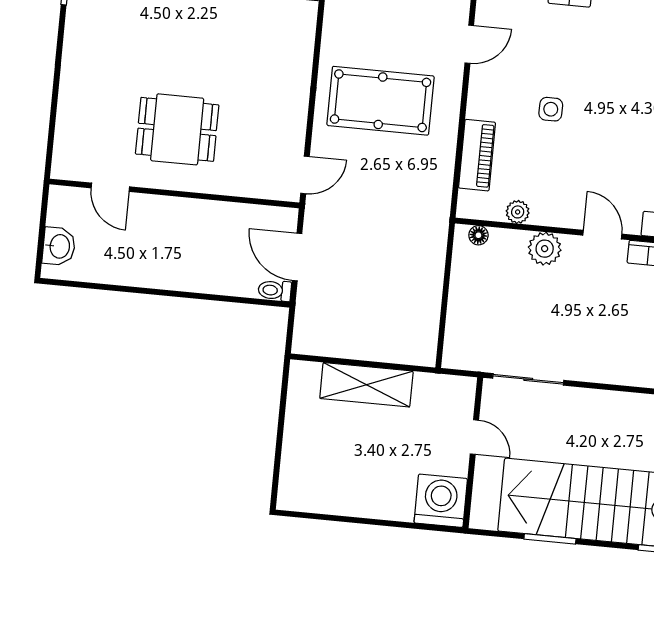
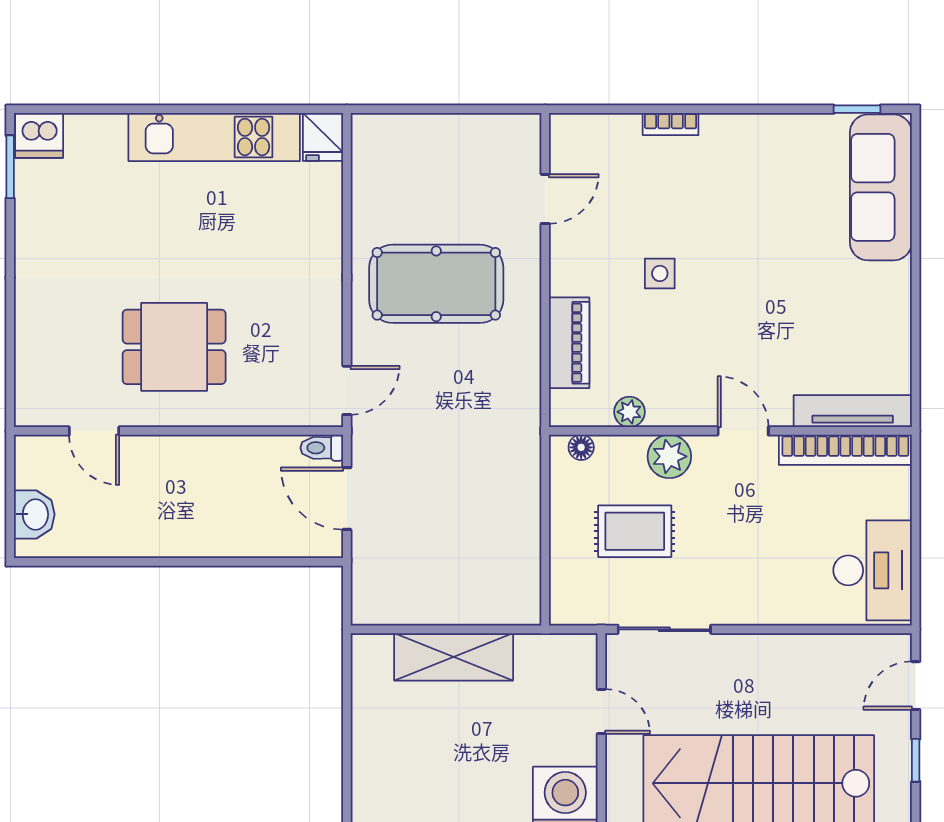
toilet: (275, 290) -> (322, 448), moved
rug: (513, 303) -> (635, 531), added

